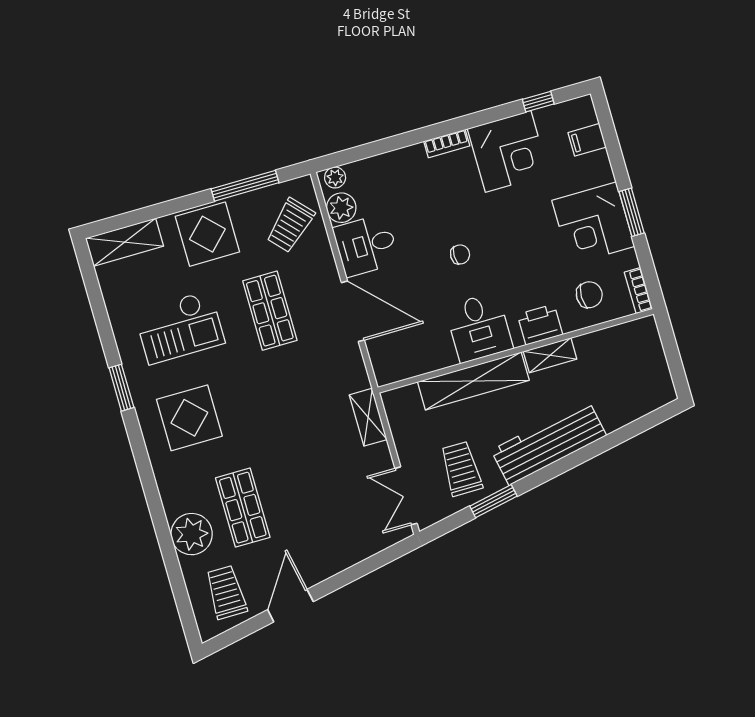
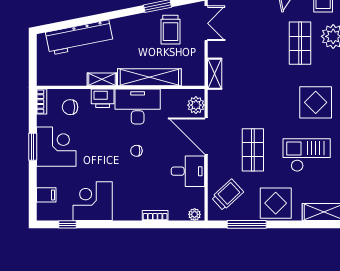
bookcase: (447, 144) -> (155, 216), moved
plant: (341, 208) -> (196, 105), moved
desk: (479, 327) -> (138, 107), width x1.37
workbench: (549, 443) -> (79, 37), moved

